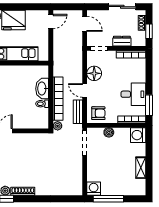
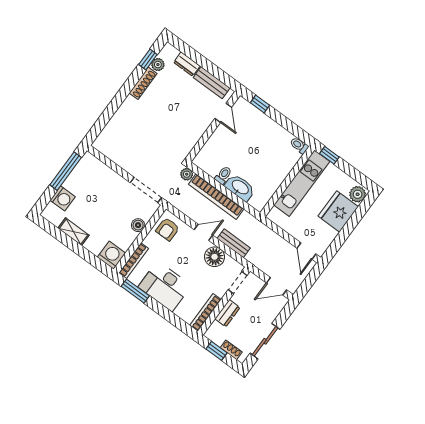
desk: (133, 94) -> (165, 286), width x1.37
bench: (78, 112) -> (234, 243), moved
washing machine: (94, 189) -> (63, 198), moved

